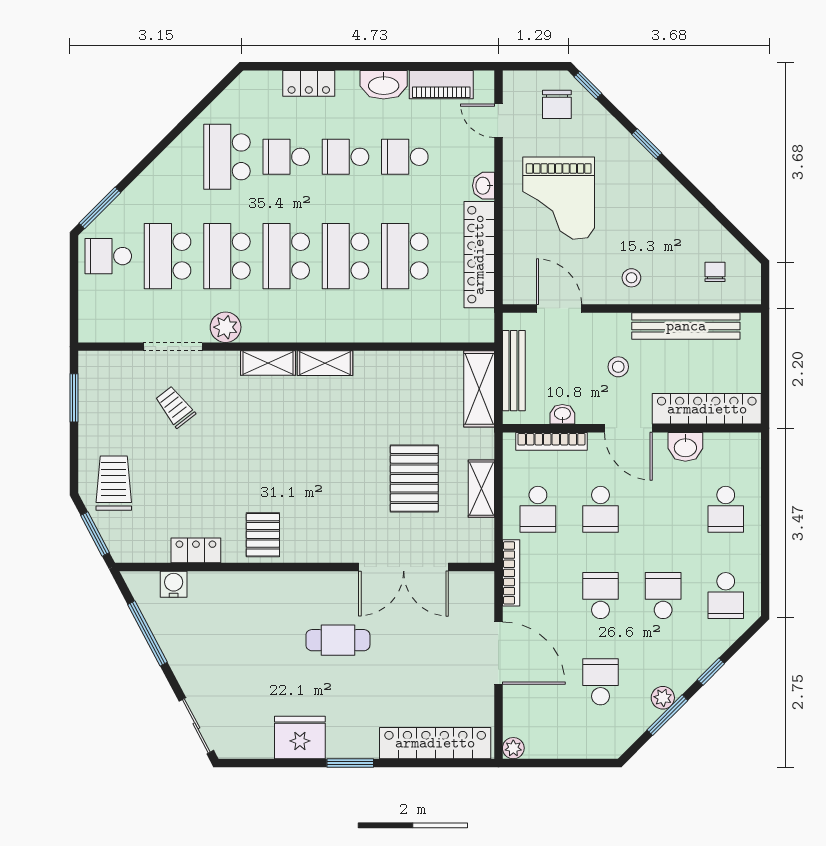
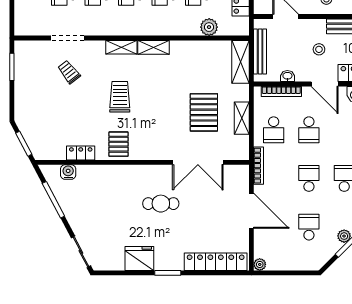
plant: (226, 327) -> (209, 27), moved
trolley: (114, 483) -> (120, 97), moved

